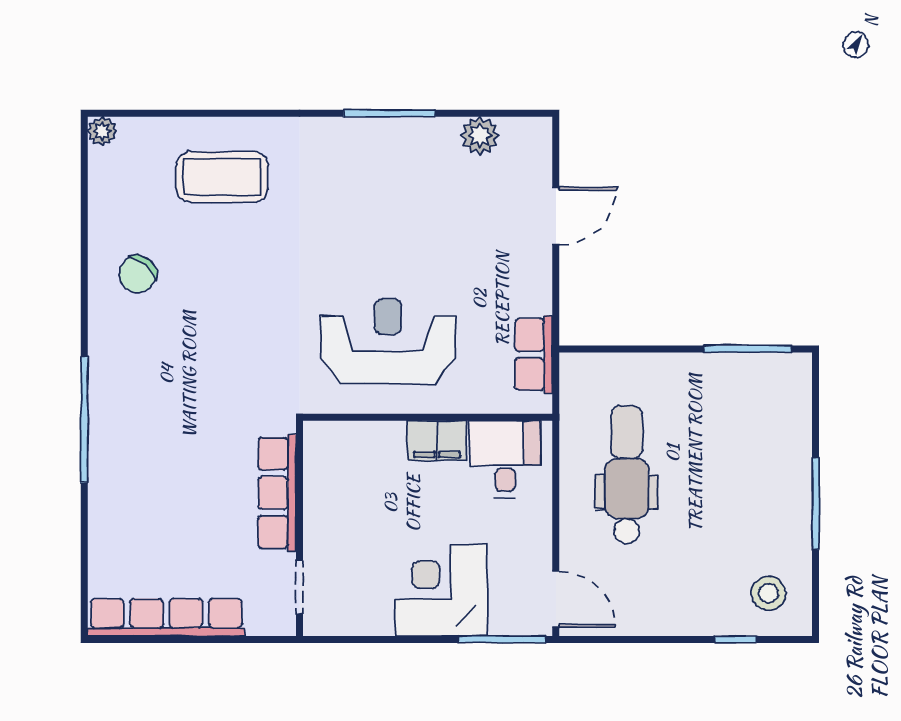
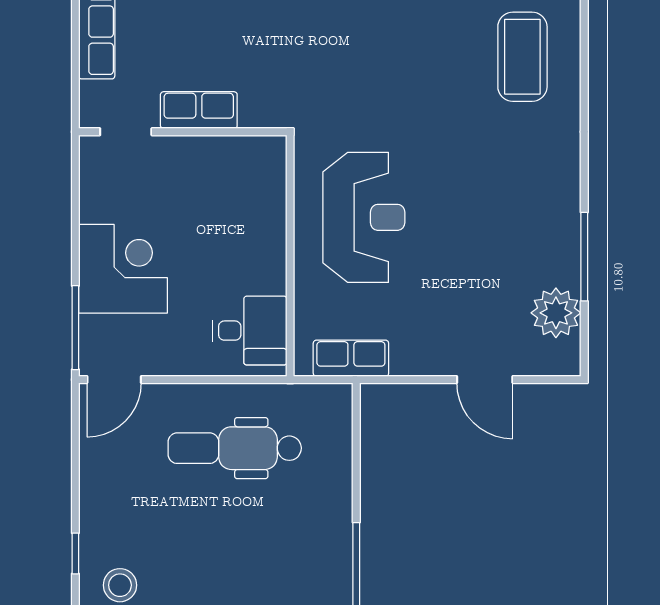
window: (389, 113) -> (584, 257), moved
plant: (480, 136) -> (556, 313), width x1.36, depth x1.36
filing cabinet: (437, 441) -> (268, 265), removed
dental chair: (627, 475) -> (235, 448), turned 180
row of seats: (277, 493) -> (199, 110), width x0.68

